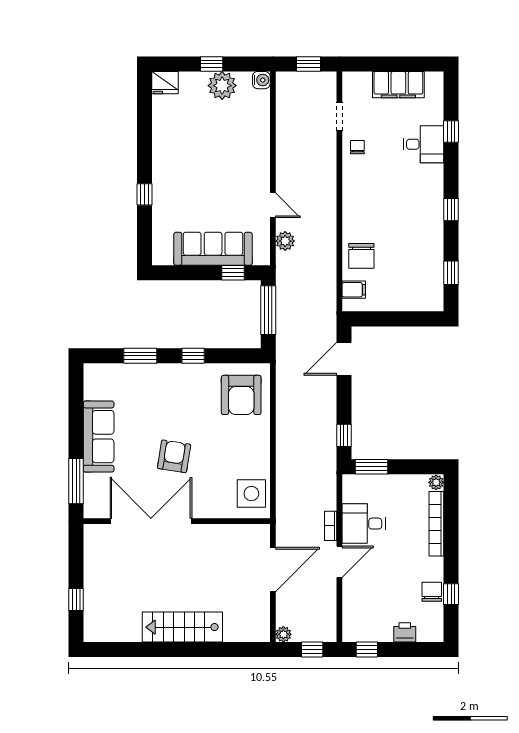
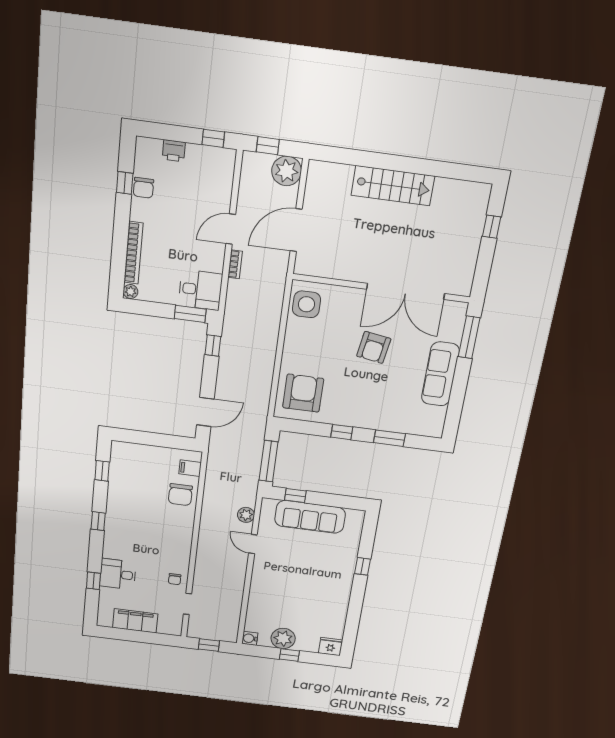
chair: (361, 256) -> (180, 495), turned 180
desk: (364, 524) -> (200, 290), moved
plant: (283, 634) -> (287, 171), width x1.87, depth x1.87

